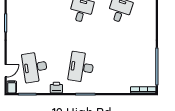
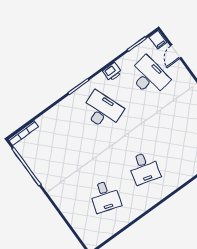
desk: (81, 67) -> (102, 111), turned -30

